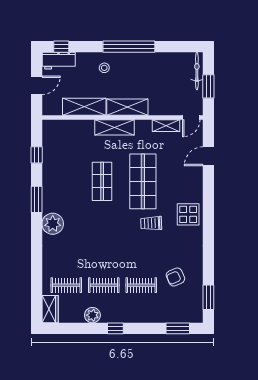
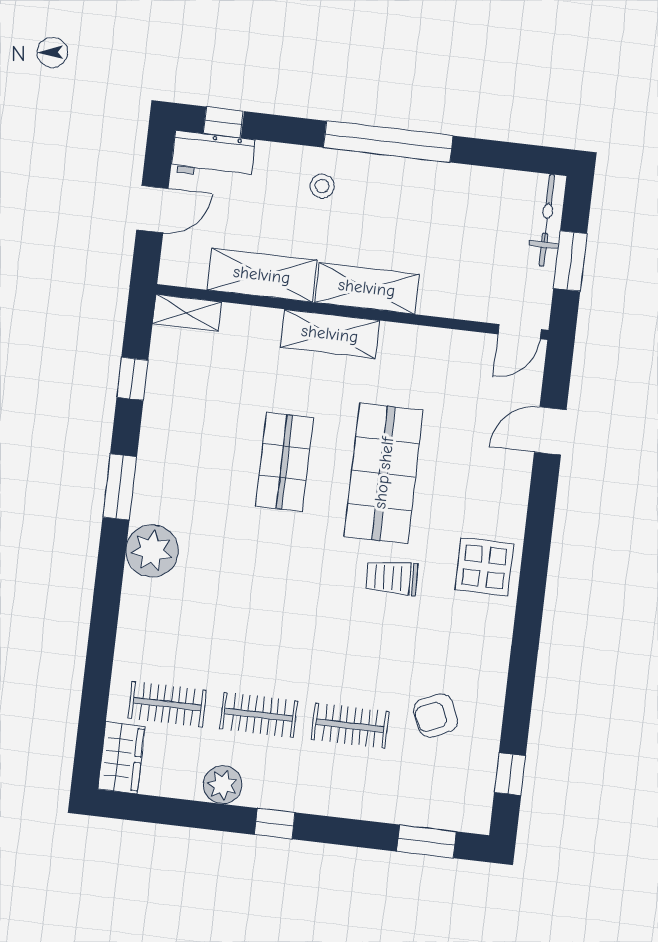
shelving: (166, 126) -> (187, 313), moved
window: (208, 297) -> (510, 774), width x0.67

